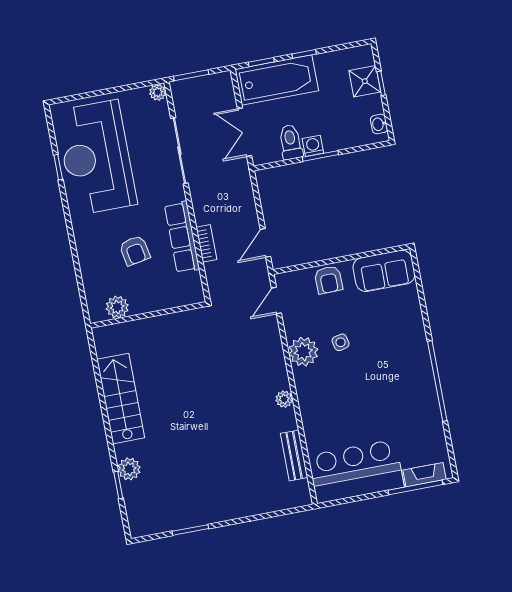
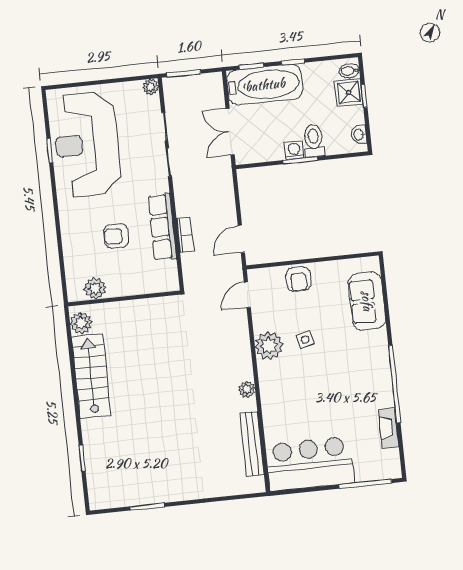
bidet: (363, 58) -> (349, 71), added
toilet: (291, 142) -> (314, 141), moved
armchair: (135, 251) -> (116, 236), turned 101
sofa: (384, 271) -> (367, 301), moved, turned 90
bench: (294, 455) -> (252, 444), width x1.36
plant: (129, 469) -> (81, 323), moved
fireplace: (424, 475) -> (389, 428), moved, turned -90

